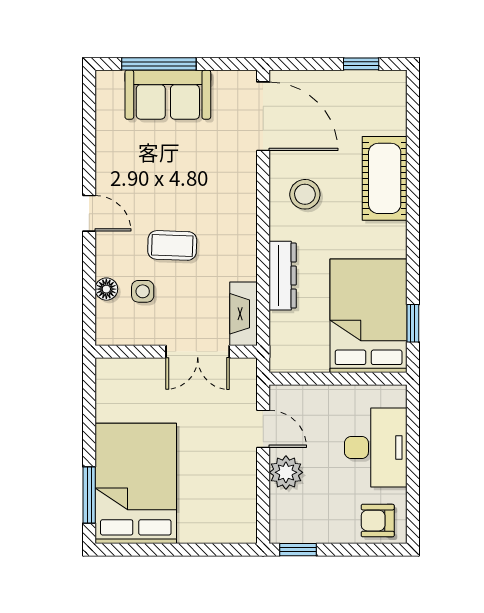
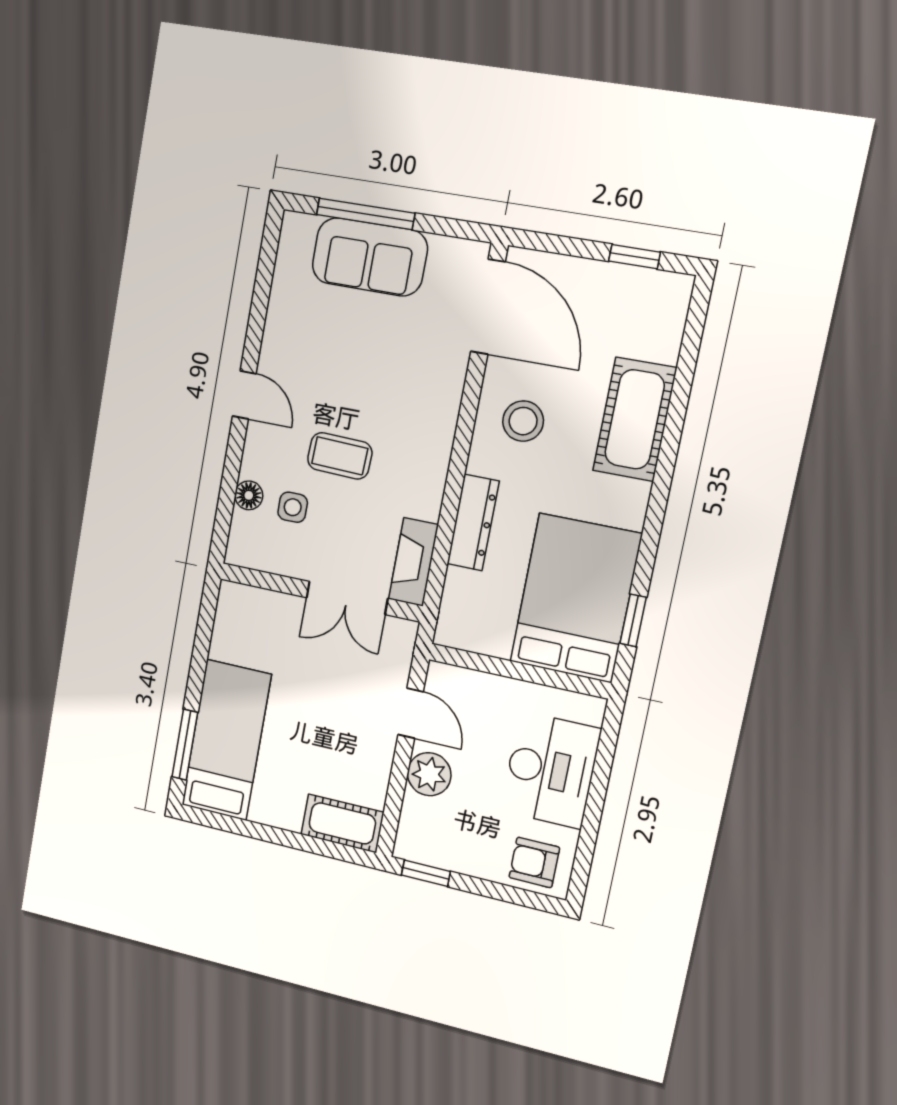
bed: (136, 483) -> (226, 740), width x0.67
cot: (226, 527) -> (342, 823), added

